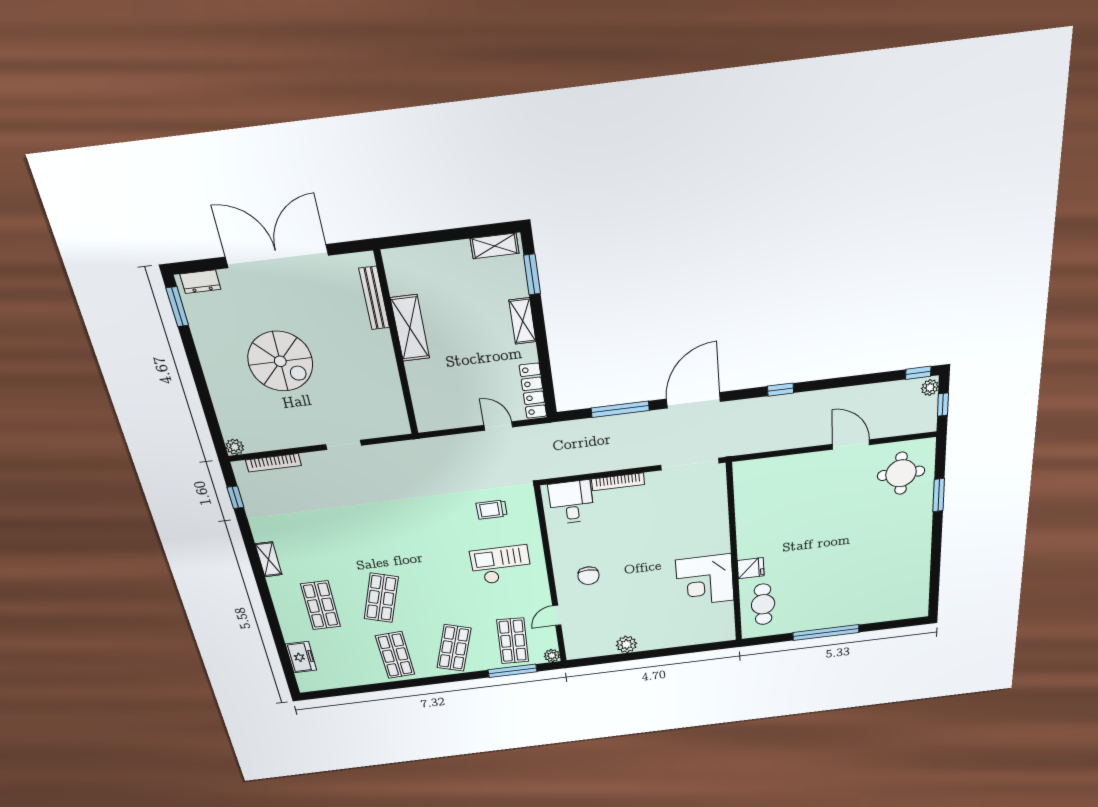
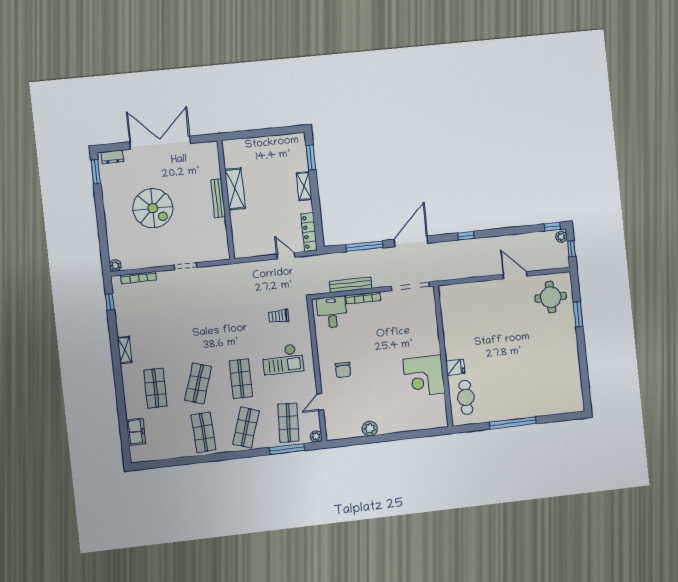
shelving: (495, 246) -> (289, 140), removed
bench: (374, 298) -> (218, 198), moved
bench: (599, 464) -> (351, 285), added
checkout: (501, 565) -> (283, 359), turned 180
shop shelf: (442, 590) -> (241, 379), added

